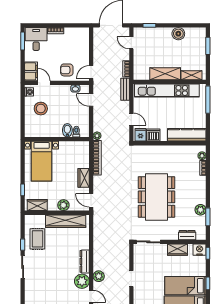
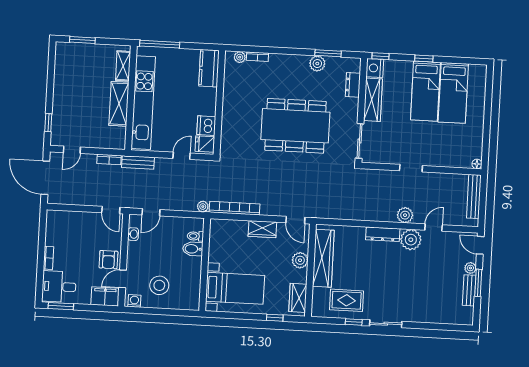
boiler: (178, 34) -> (62, 82), removed
armchair: (67, 70) -> (108, 260), moved
kitchen counter: (187, 135) -> (209, 68), width x0.67
door: (91, 200) -> (295, 220), hinge flipped
wardrobe: (177, 250) -> (373, 100), width x1.50

